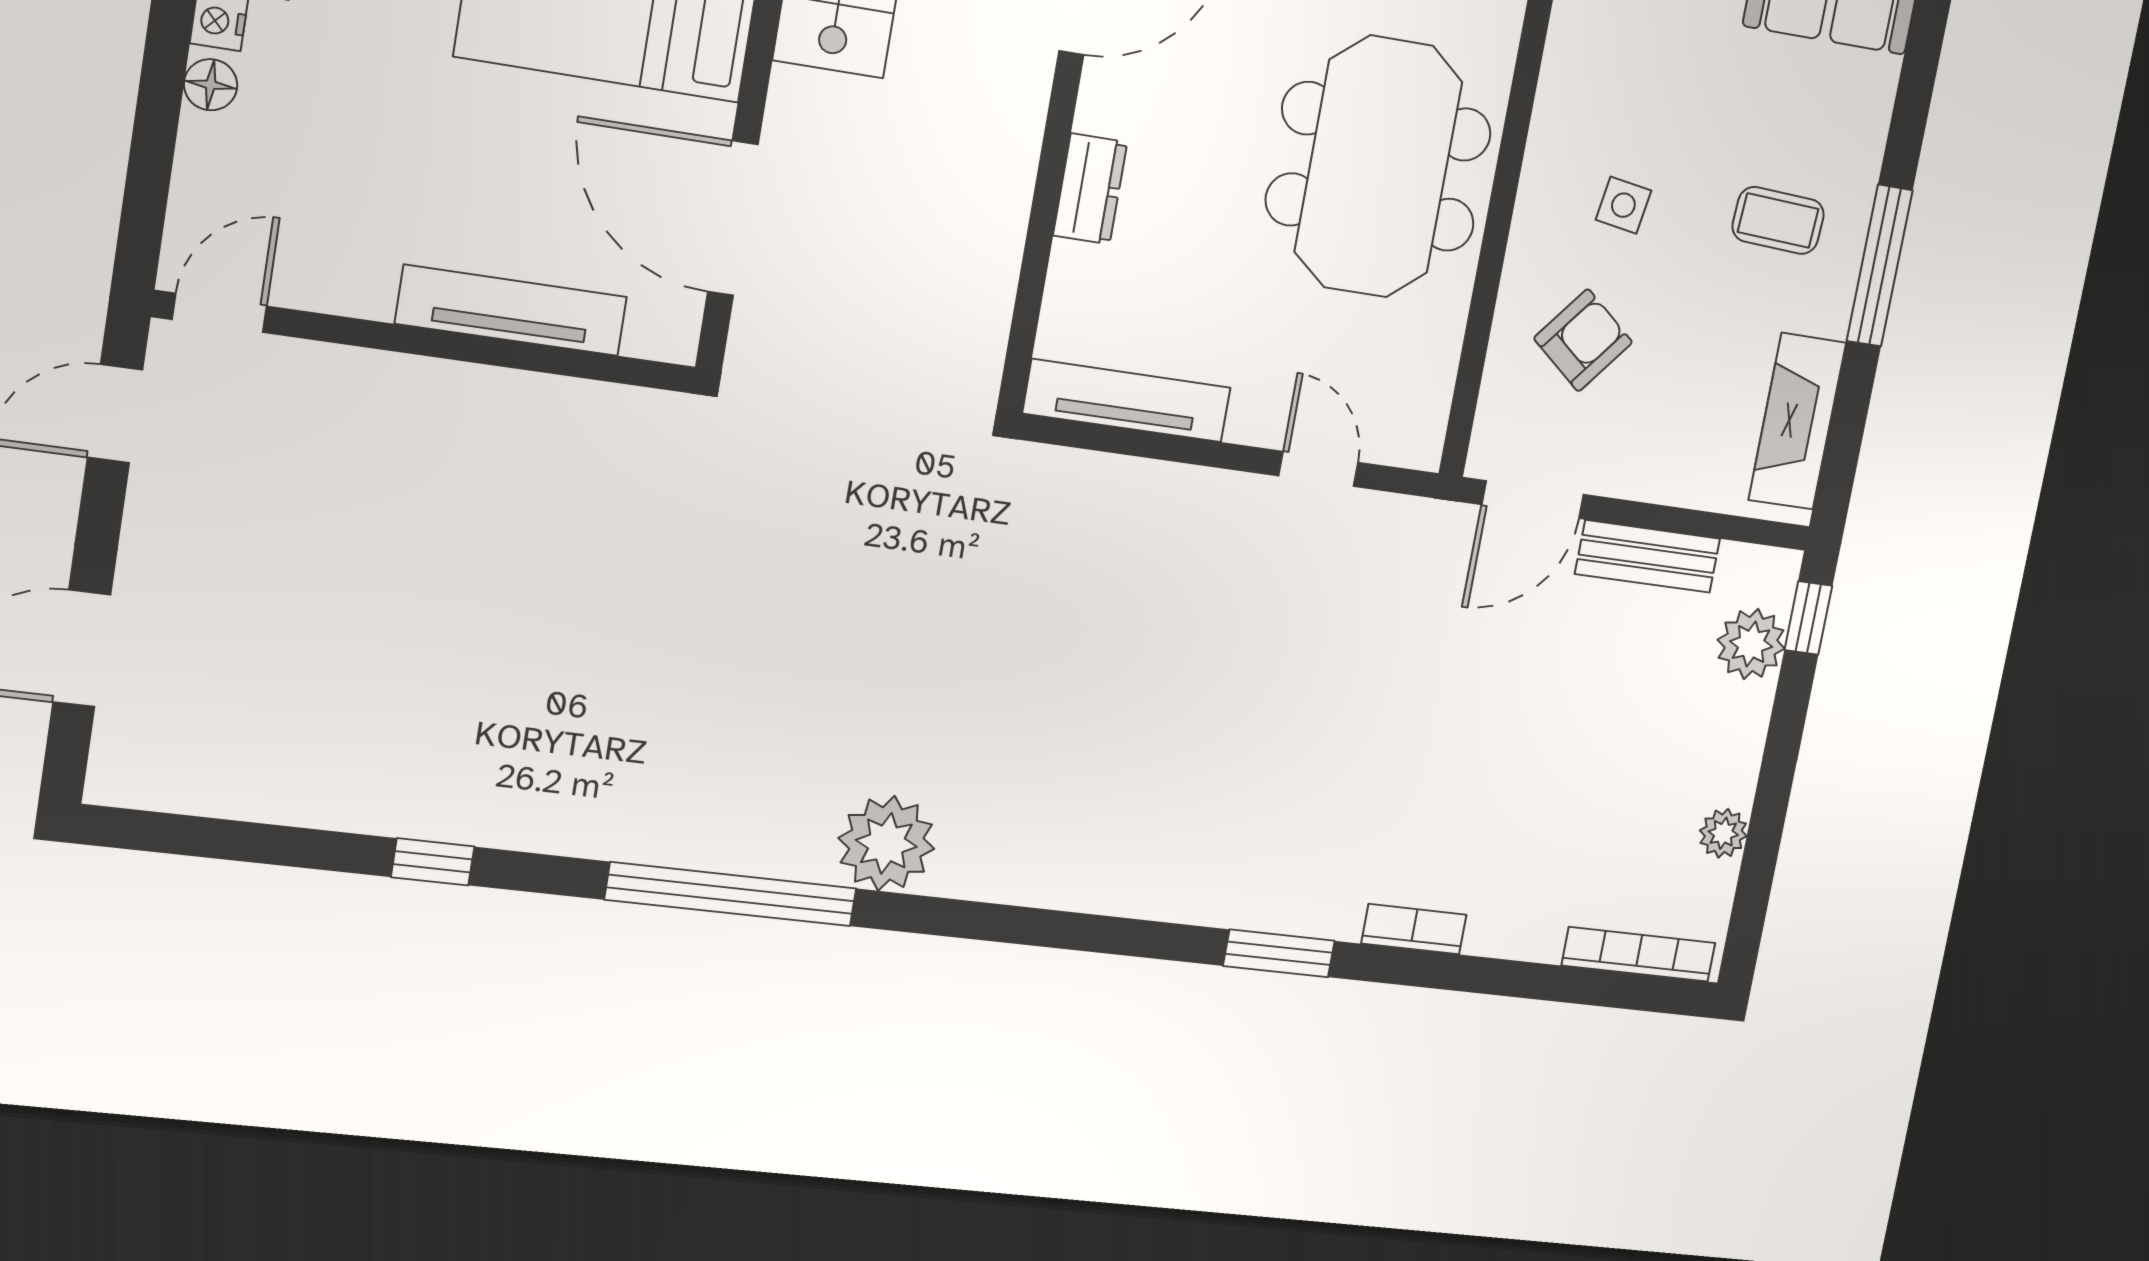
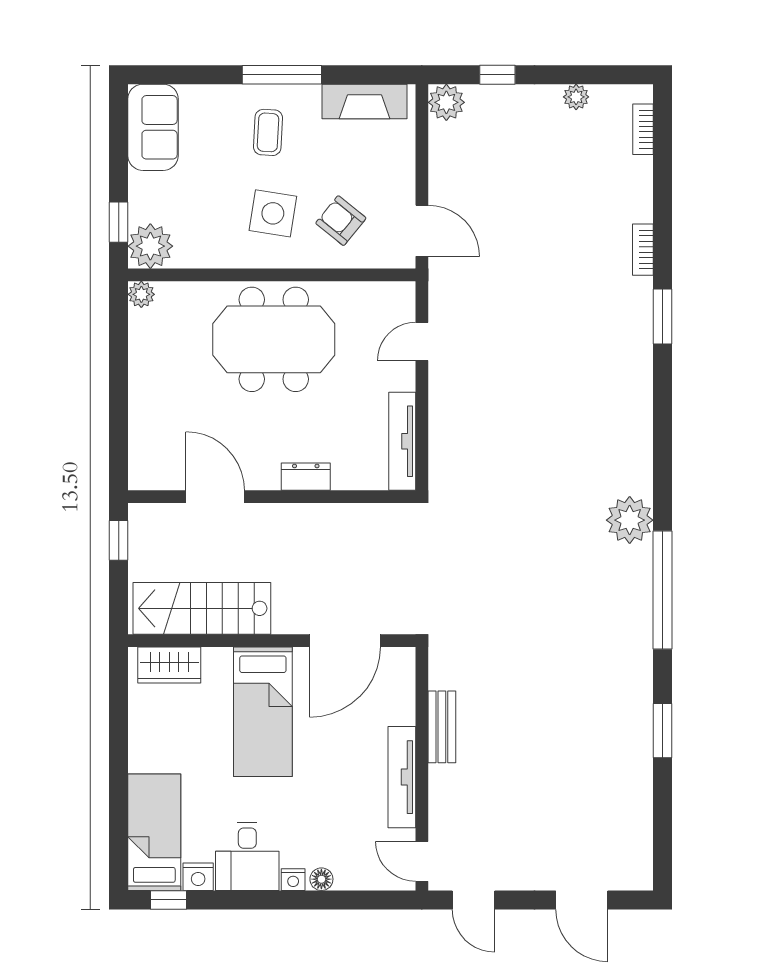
side table: (1623, 205) -> (273, 213), width x1.87, depth x1.87
tv unit: (511, 310) -> (402, 777), moved
bench: (1648, 556) -> (442, 727), moved
window: (1808, 618) -> (497, 75), moved
plant: (1751, 644) -> (446, 102), moved
window: (433, 862) -> (663, 731), width x1.50
bookcase: (1639, 954) -> (643, 129), width x0.64

